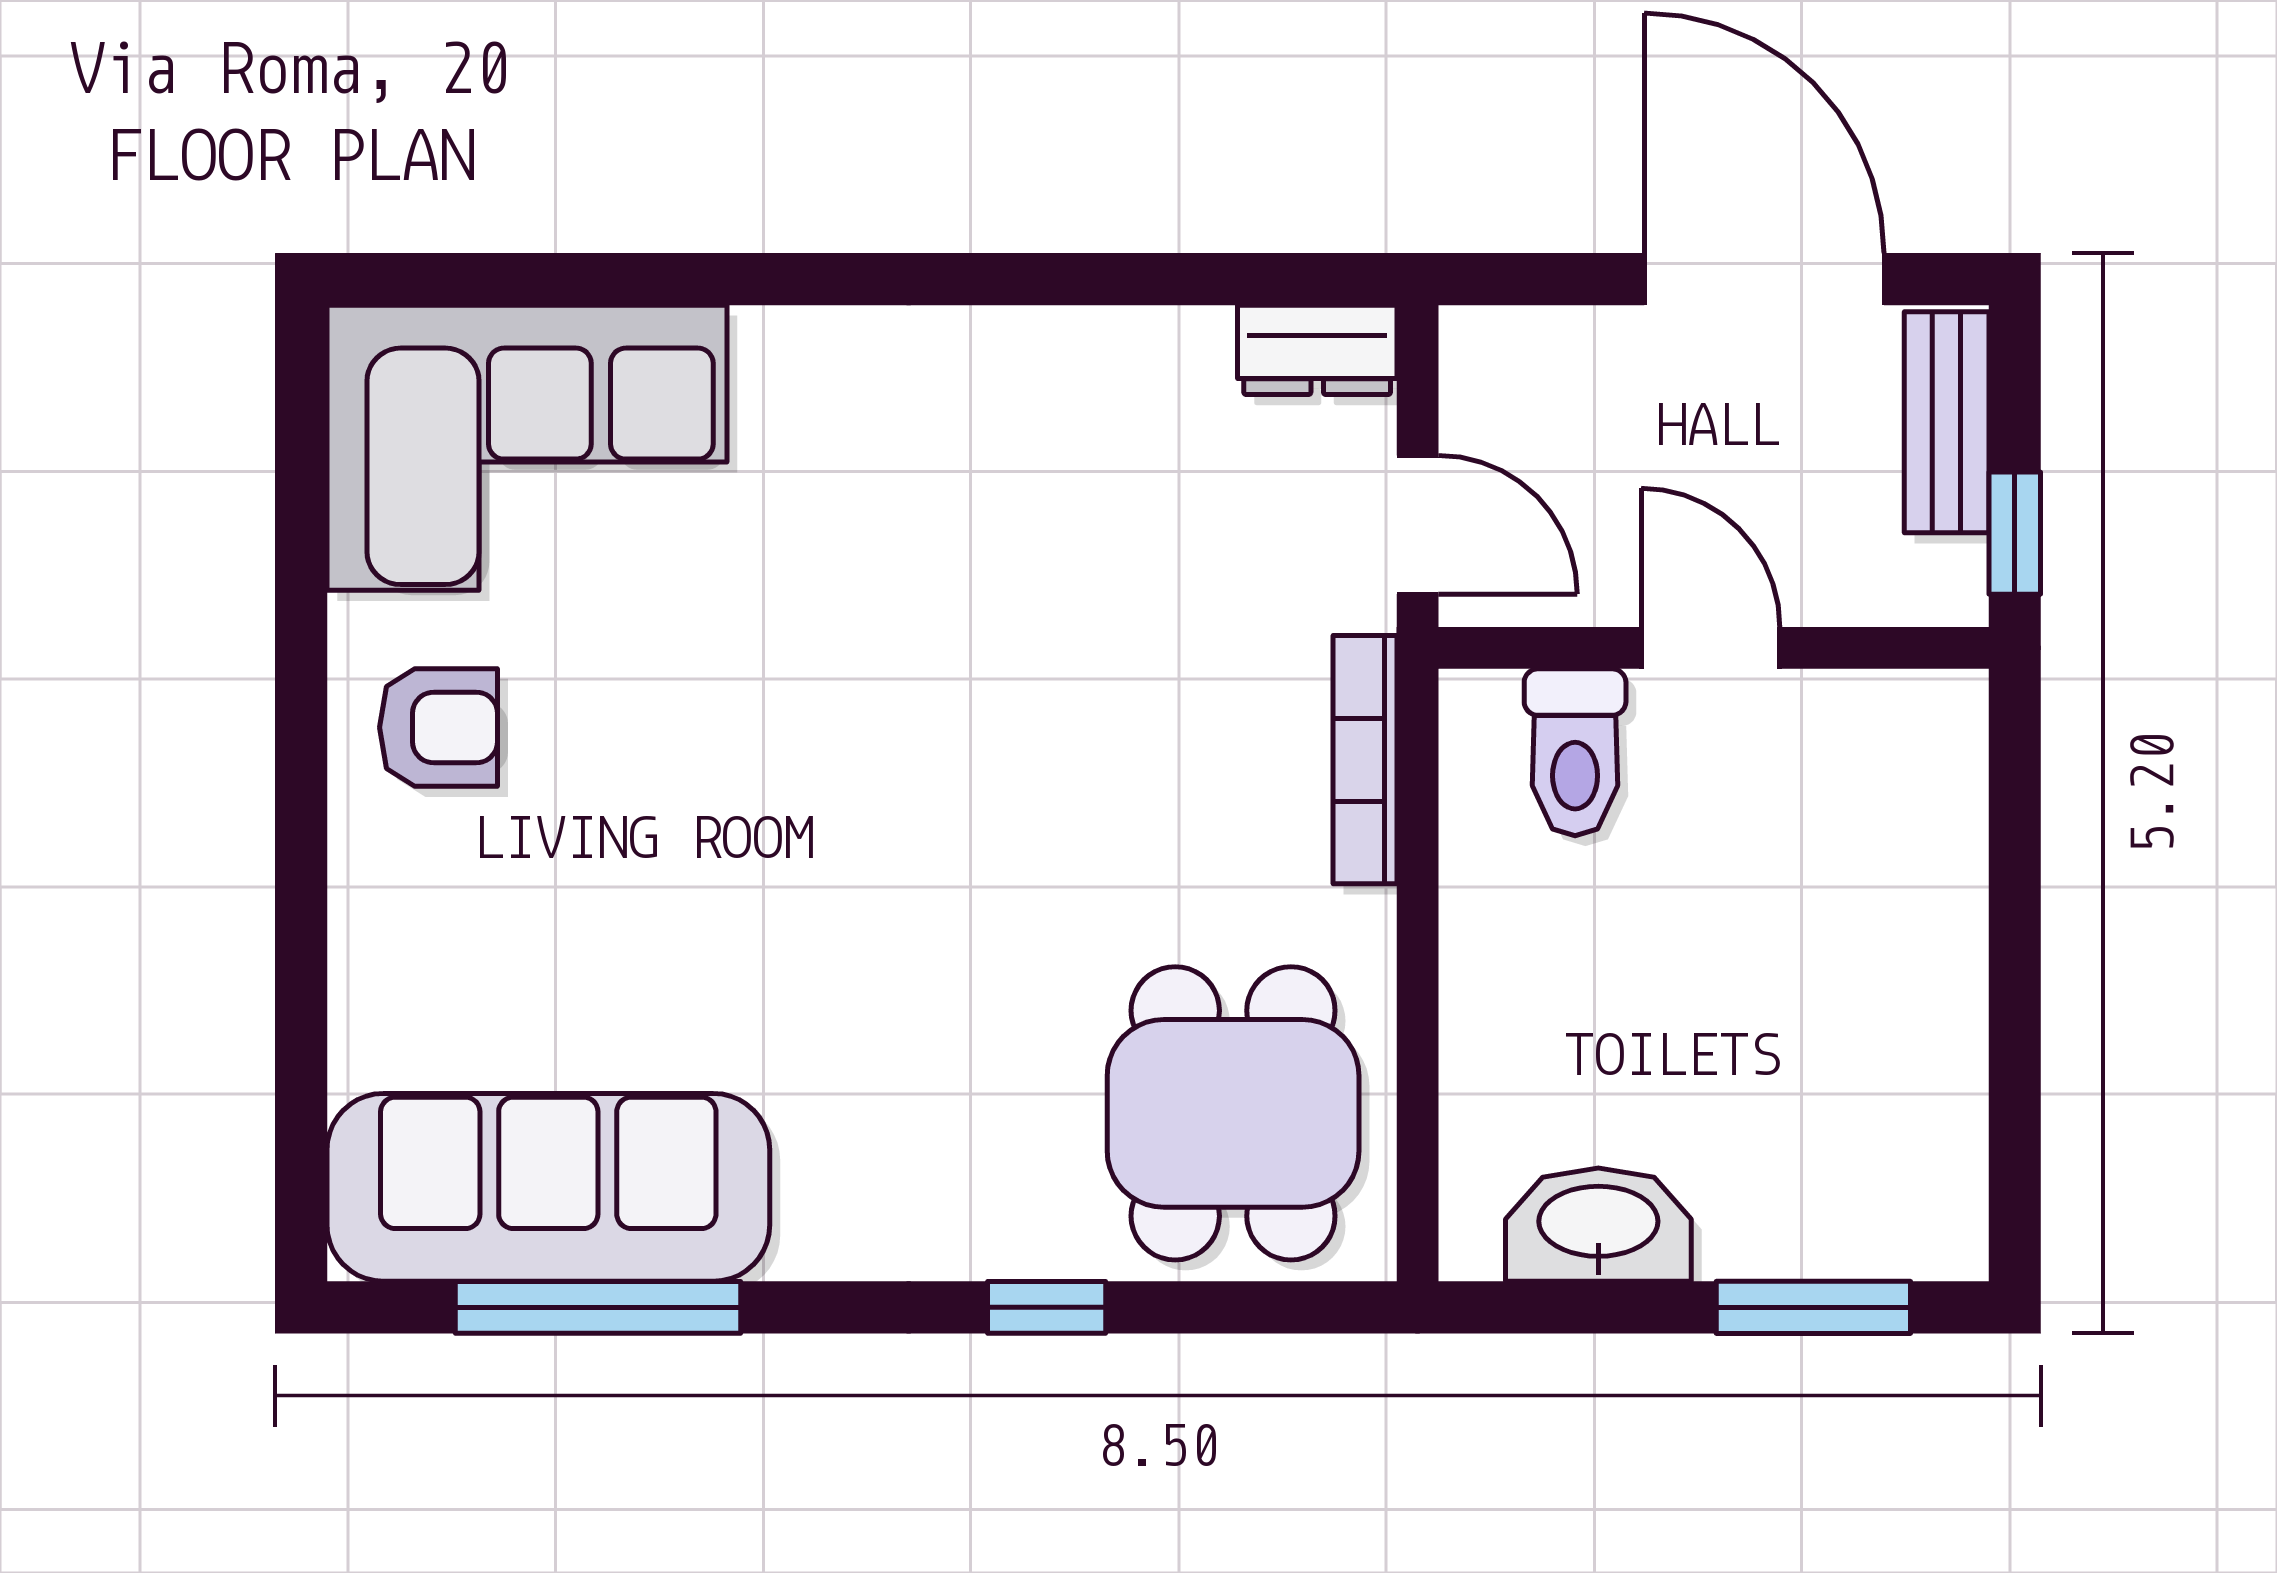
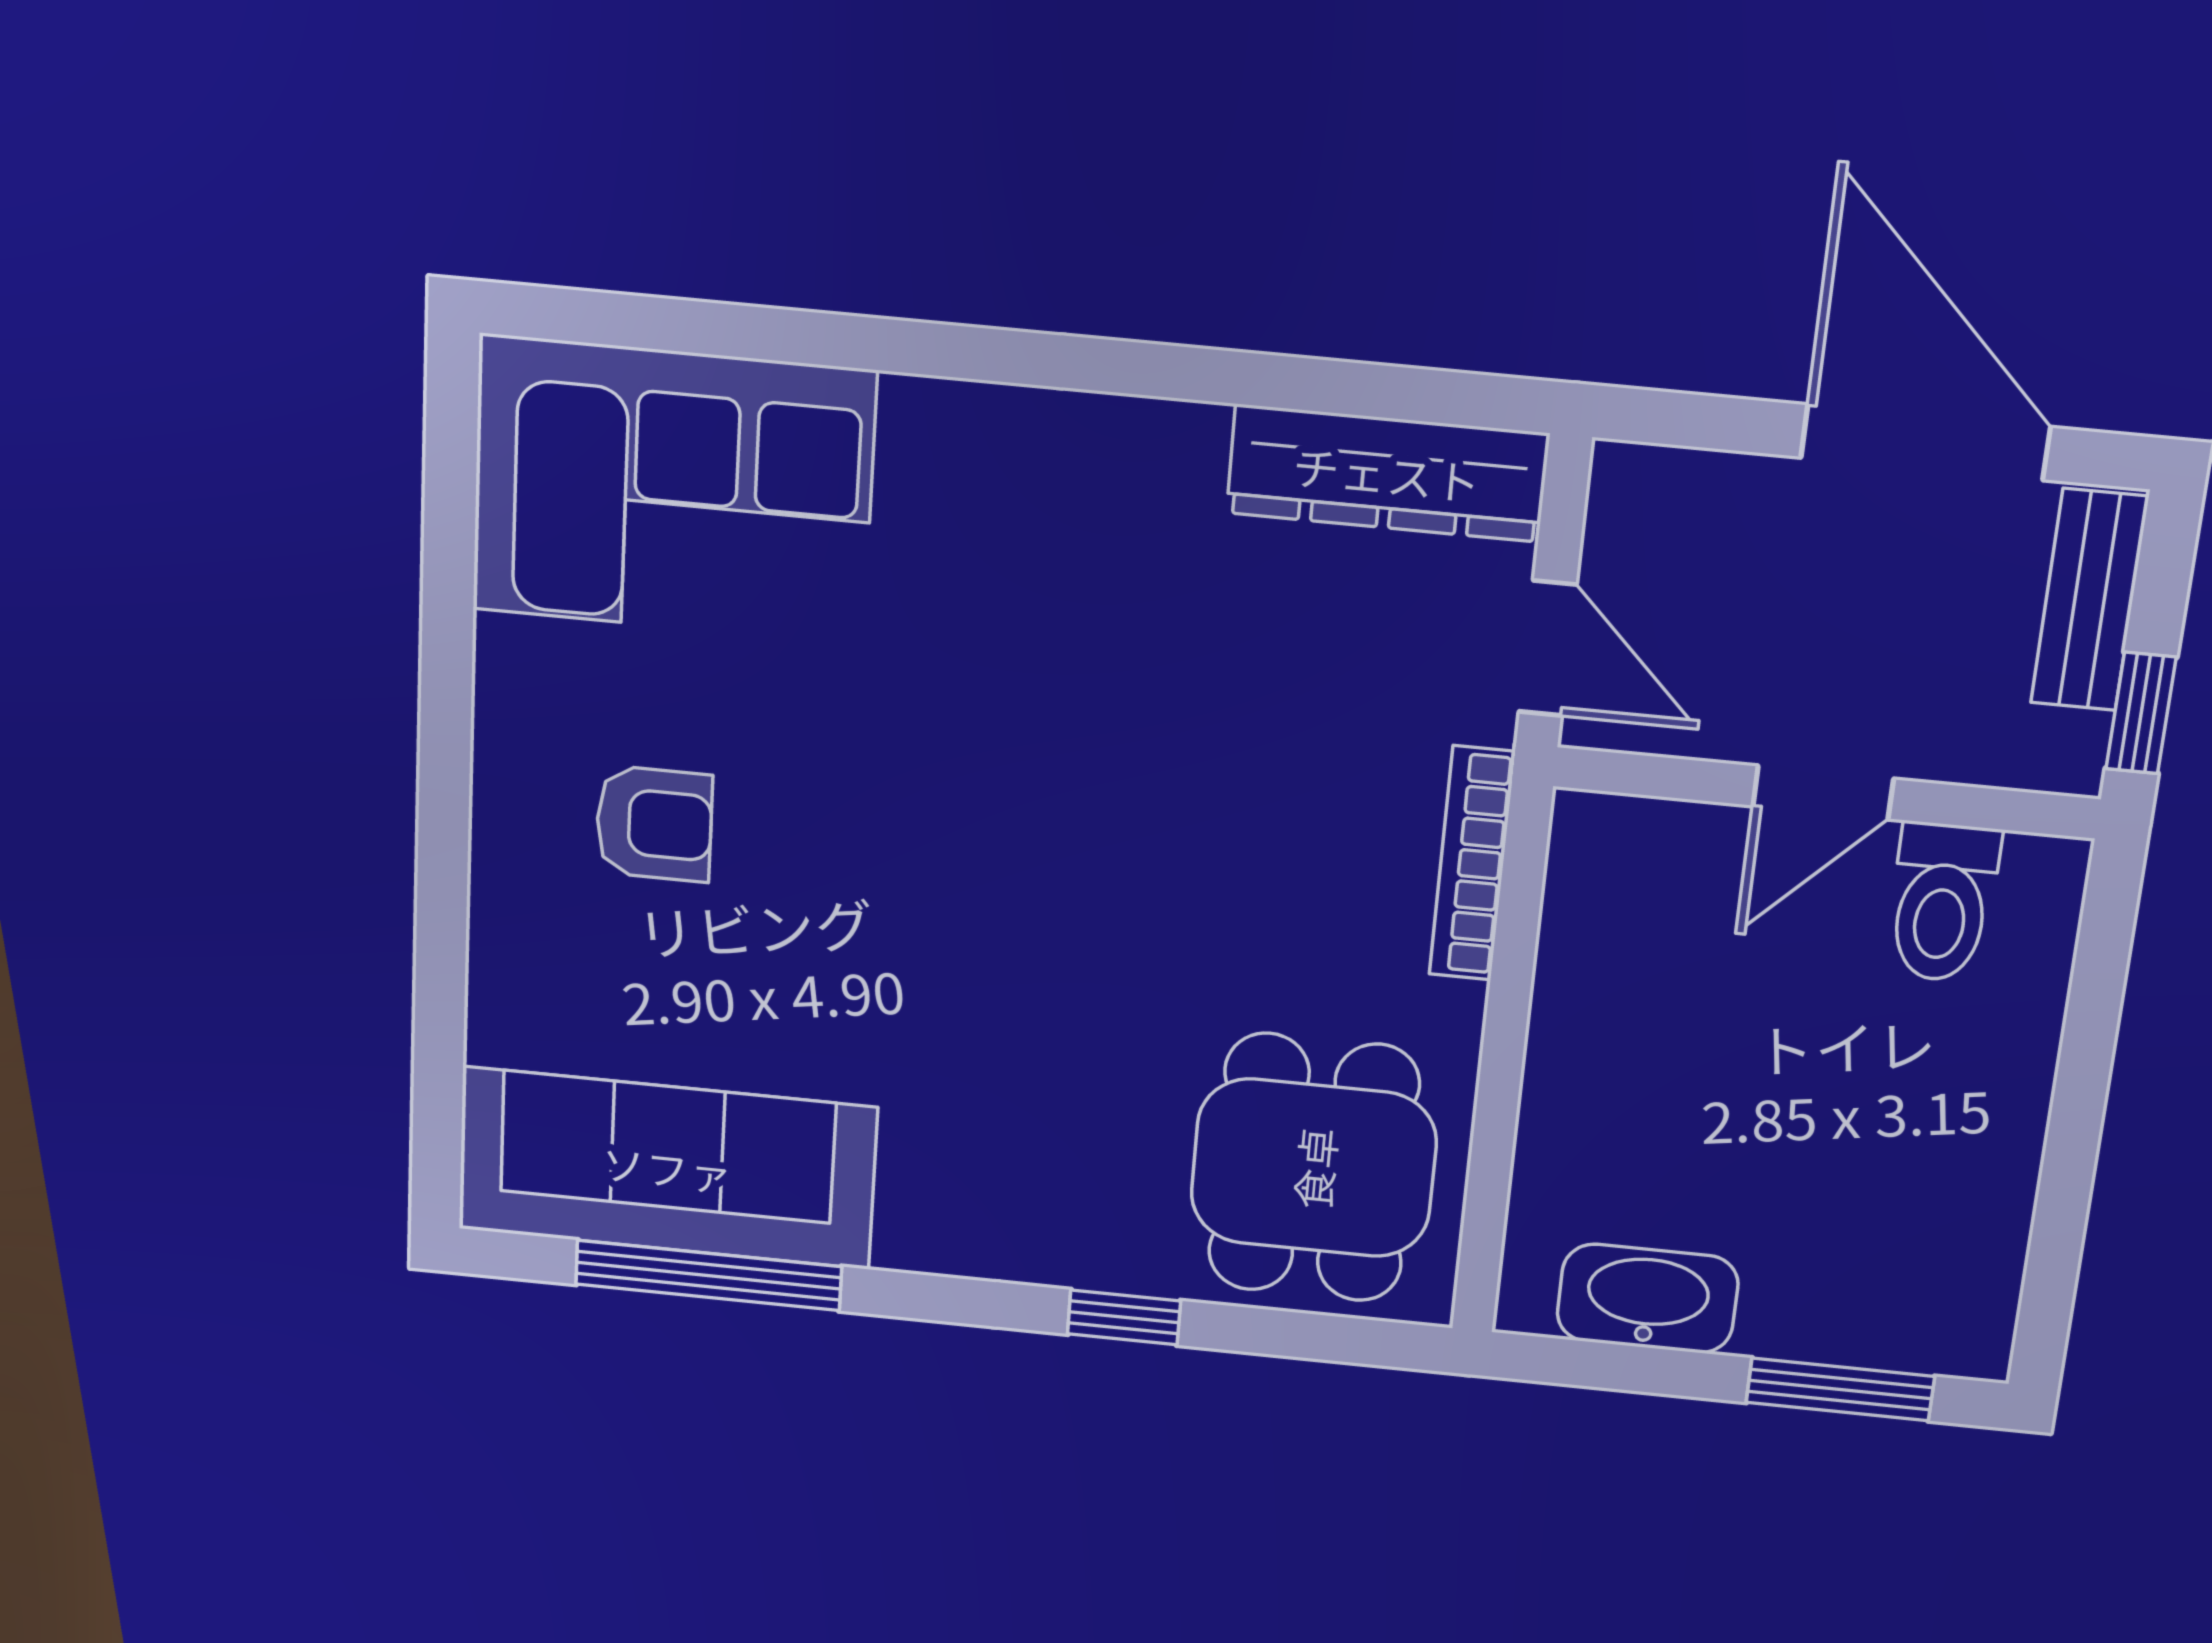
dresser: (1317, 350) -> (1387, 473), width x1.96, depth x1.24
door: (1711, 648) -> (1823, 793), swing flipped
armchair: (439, 727) -> (654, 824), moved
toilet: (1575, 752) -> (1942, 902), moved

